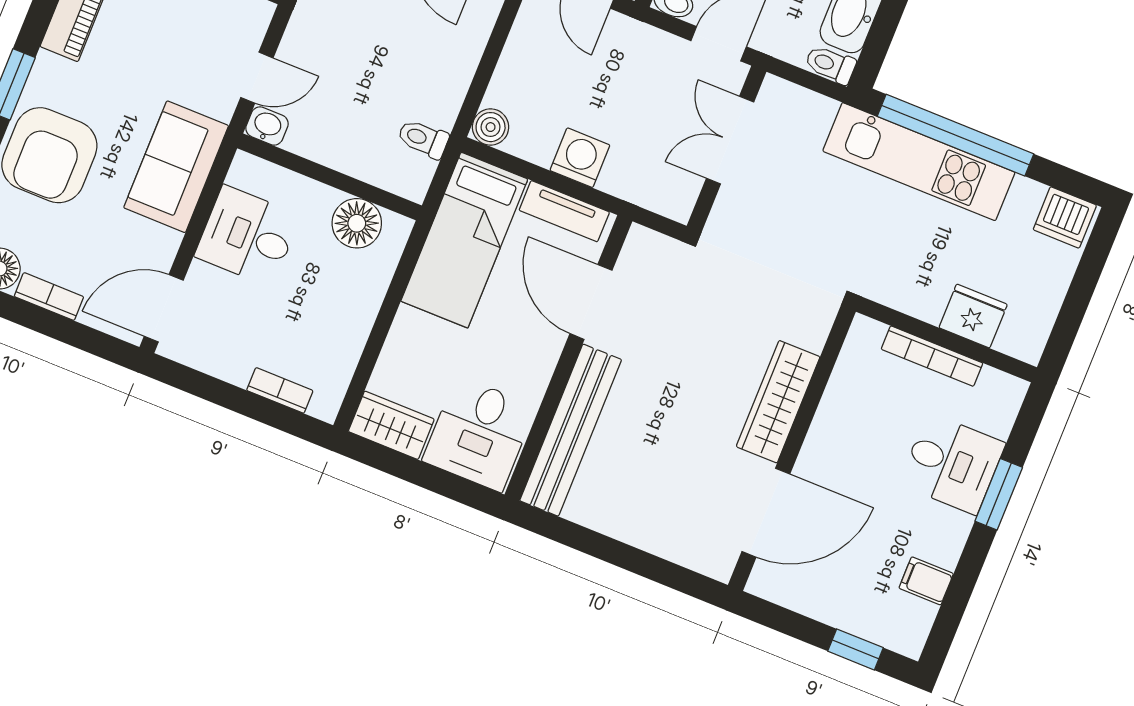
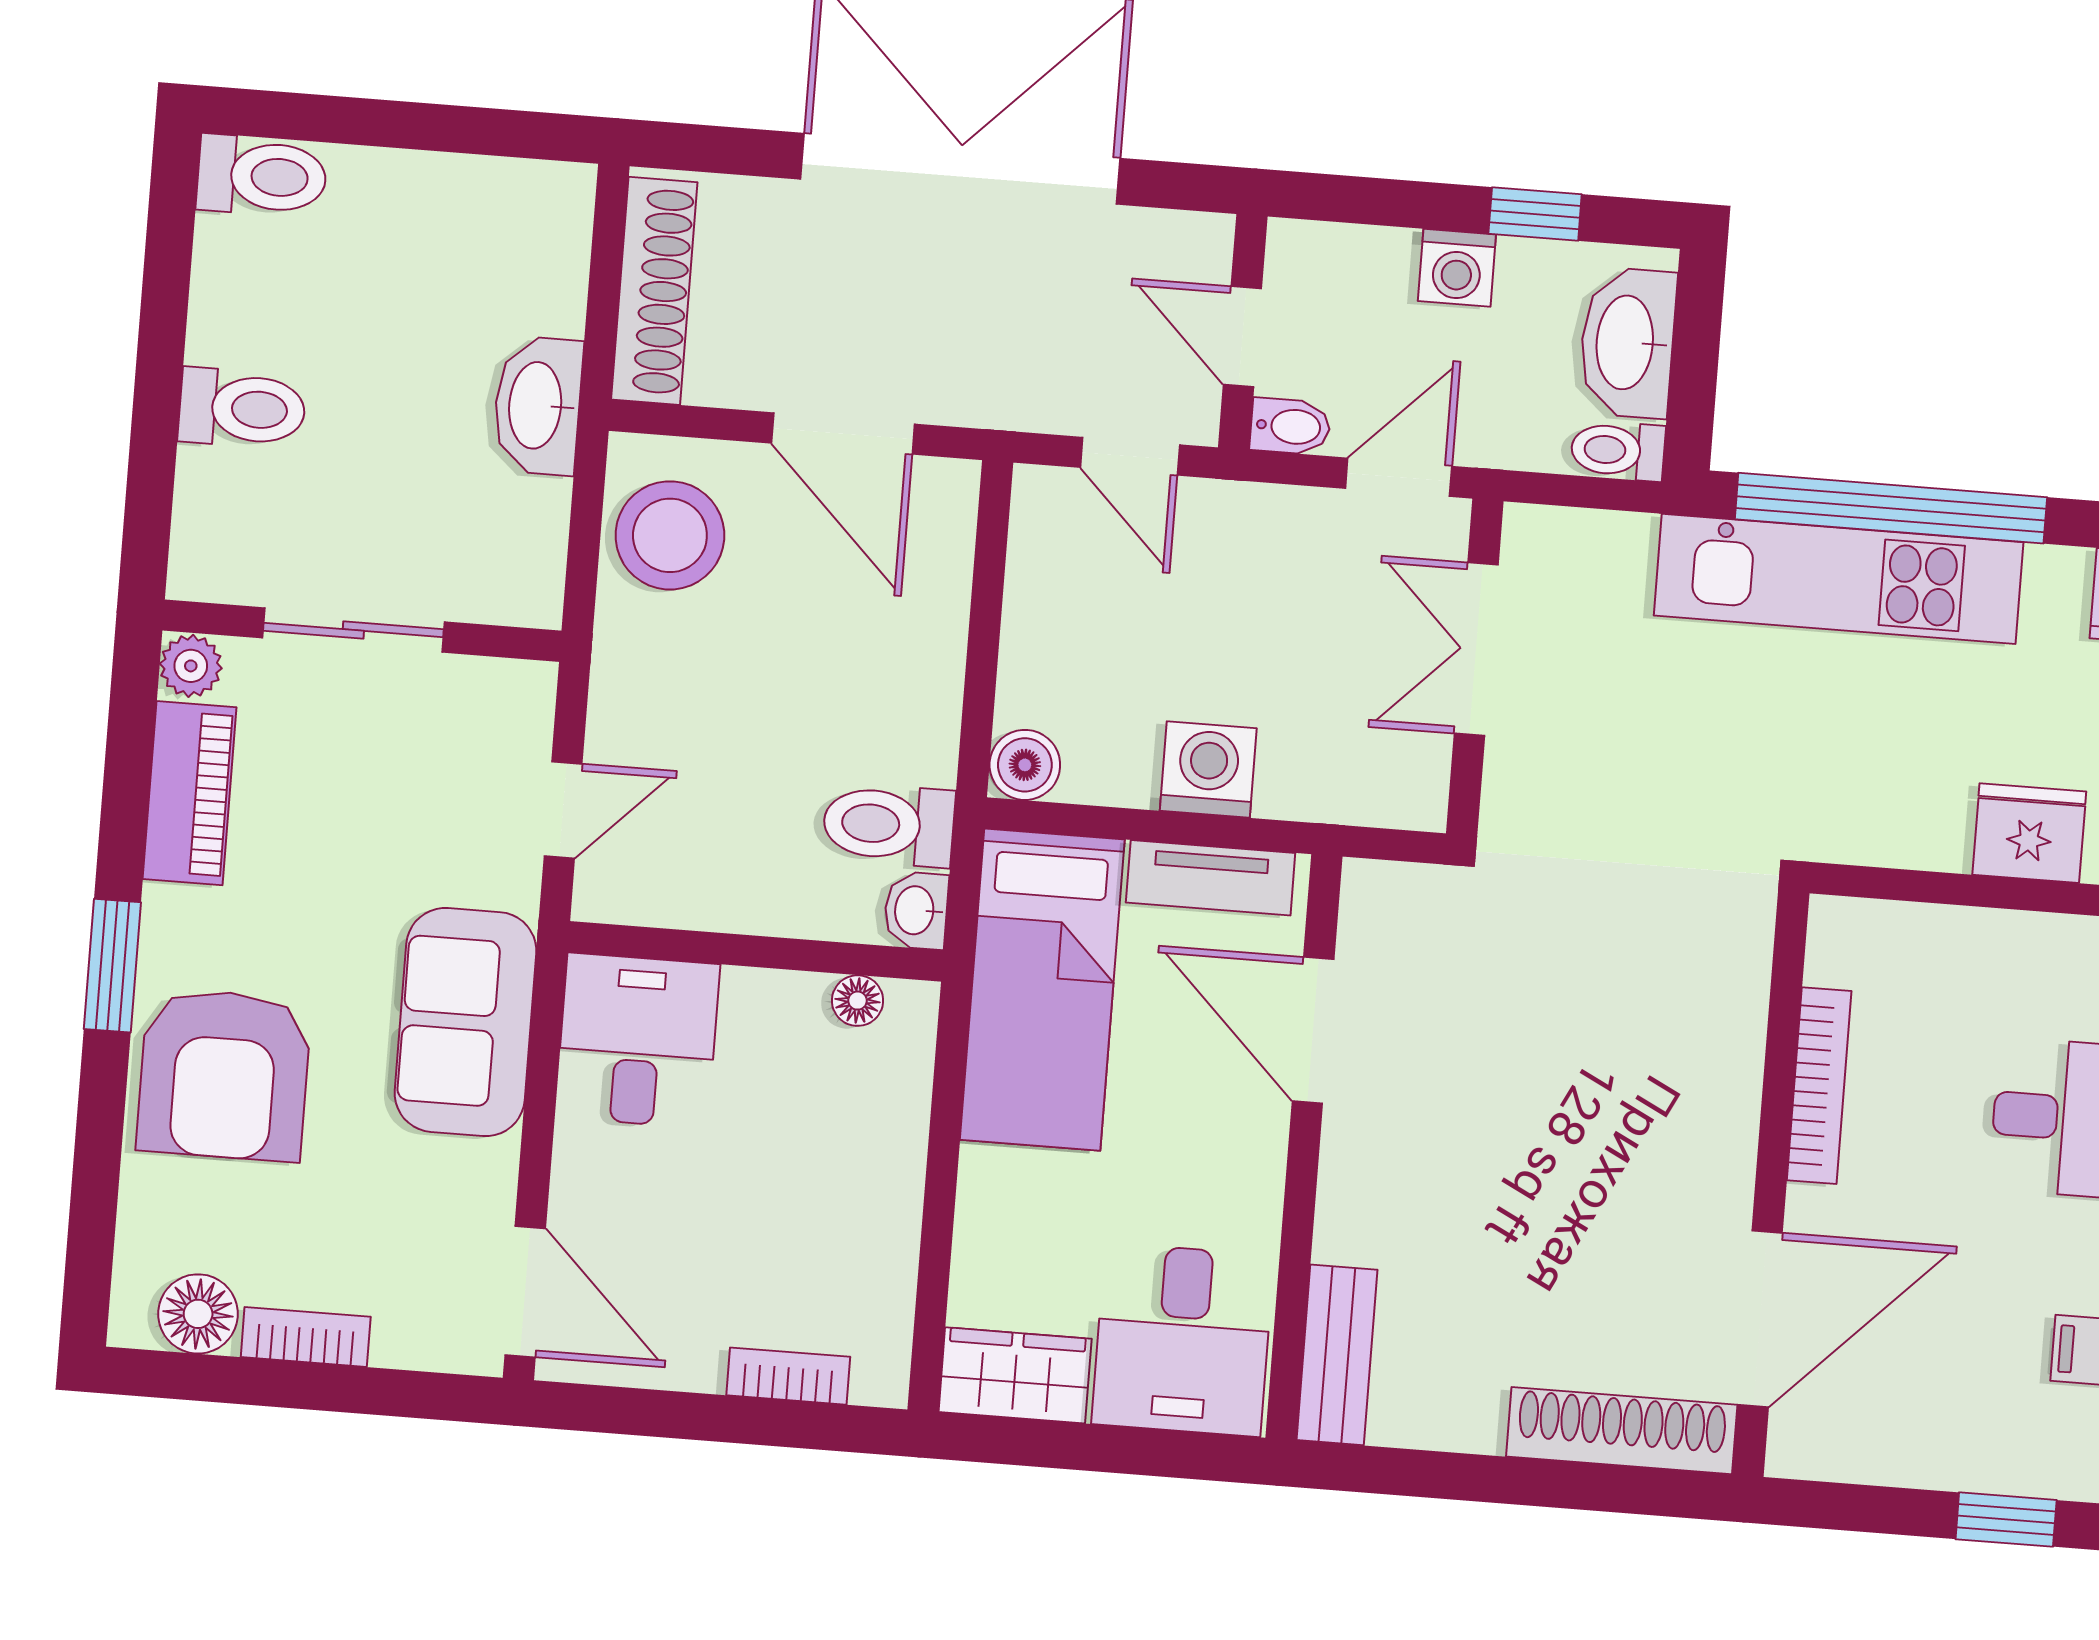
washbasin: (267, 126) -> (916, 910), moved, turned -90
toilet: (423, 139) -> (889, 825), width x1.37, depth x1.39
floor lamp: (357, 223) -> (857, 1001), width x0.53, depth x0.53
desk: (248, 236) -> (638, 1041), moved, turned 90
door: (164, 308) -> (525, 1292), swing flipped
bookcase: (932, 356) -> (1819, 1086), moved, turned -90
wardrobe: (778, 402) -> (1718, 1106), removed
bench: (571, 430) -> (1337, 1355), width x0.54, depth x0.82
shoe rack: (680, 546) -> (1622, 1431), added

